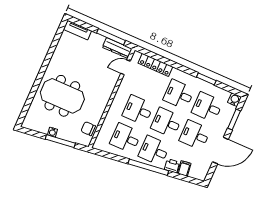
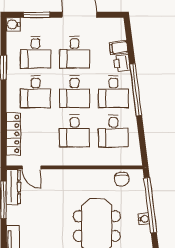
window: (60, 141) -> (150, 205), width x1.46

